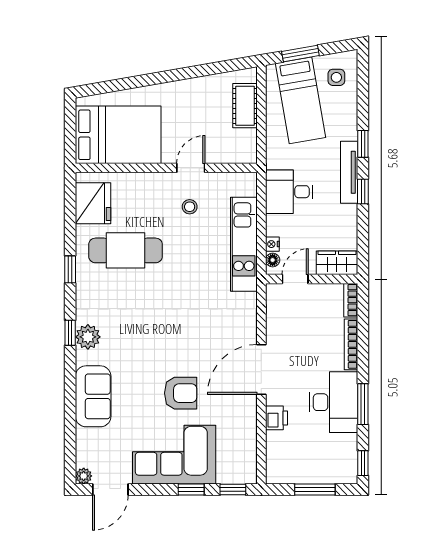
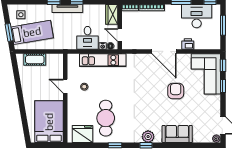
desk: (289, 192) -> (88, 38), moved
desk: (333, 402) -> (197, 16), moved
corner sofa: (174, 455) -> (206, 74), moved

